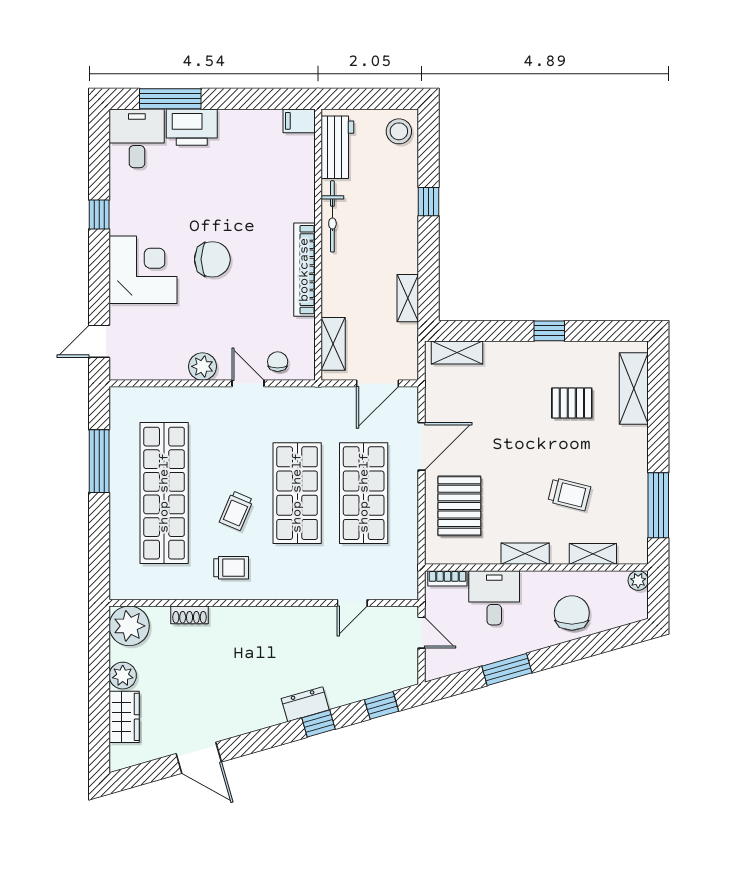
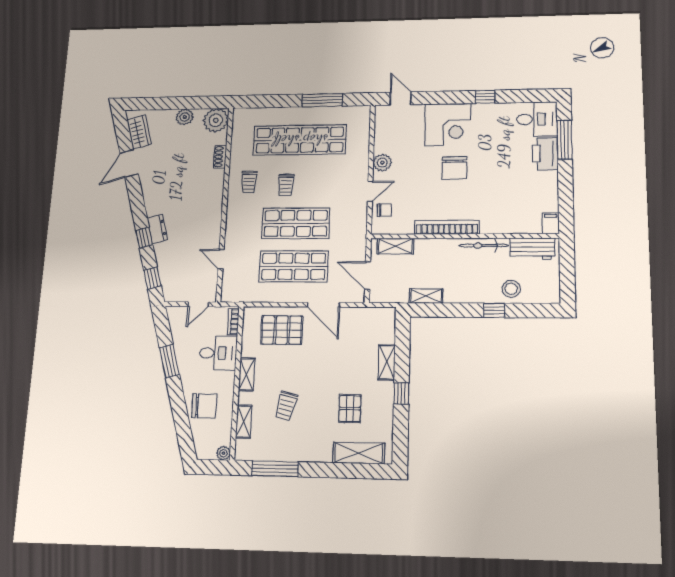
stool: (399, 131) -> (511, 289), moved
shelving: (457, 353) -> (387, 362), moved
trolley: (236, 511) -> (286, 185), turned -112
wardrobe: (124, 717) -> (139, 132), moved, turned -106

